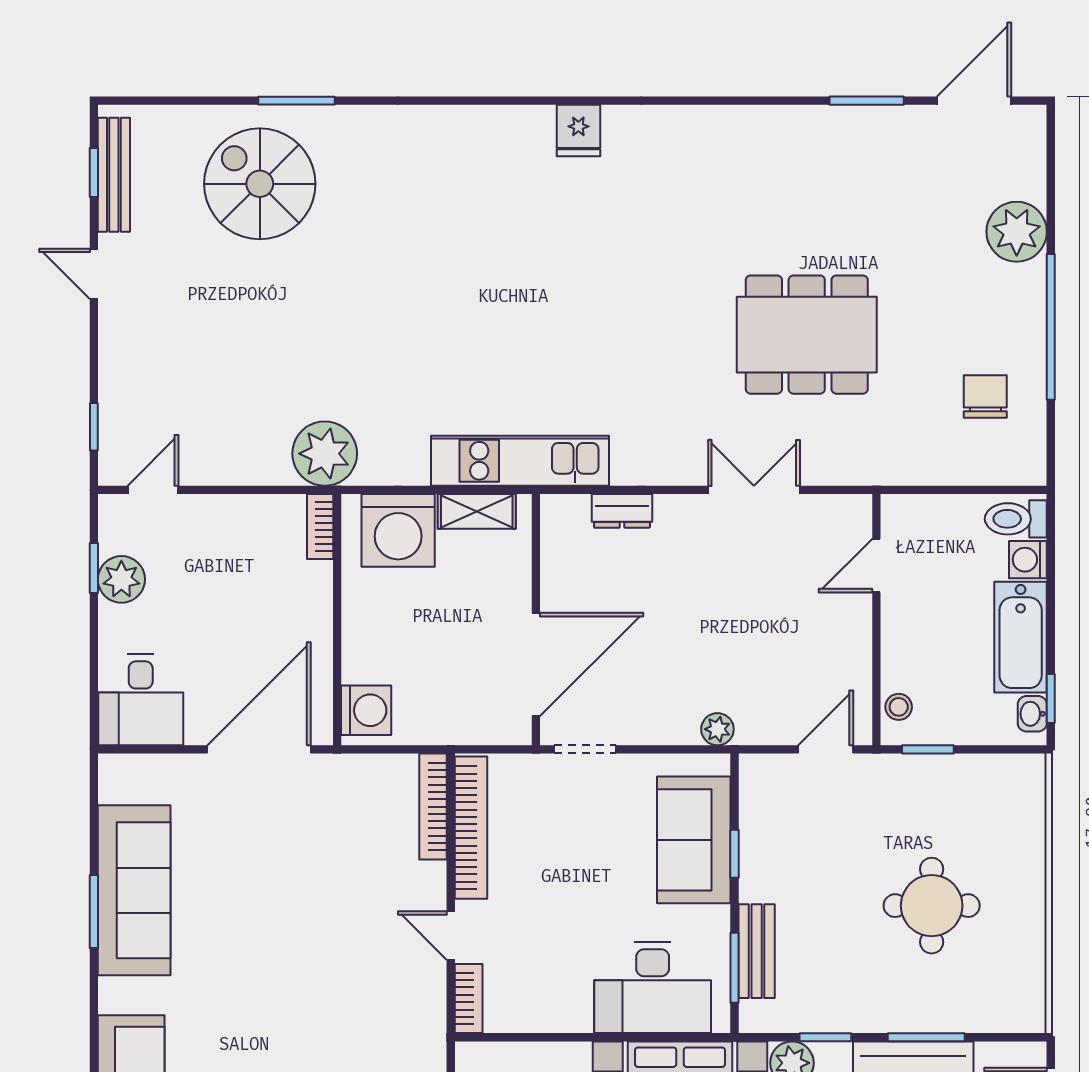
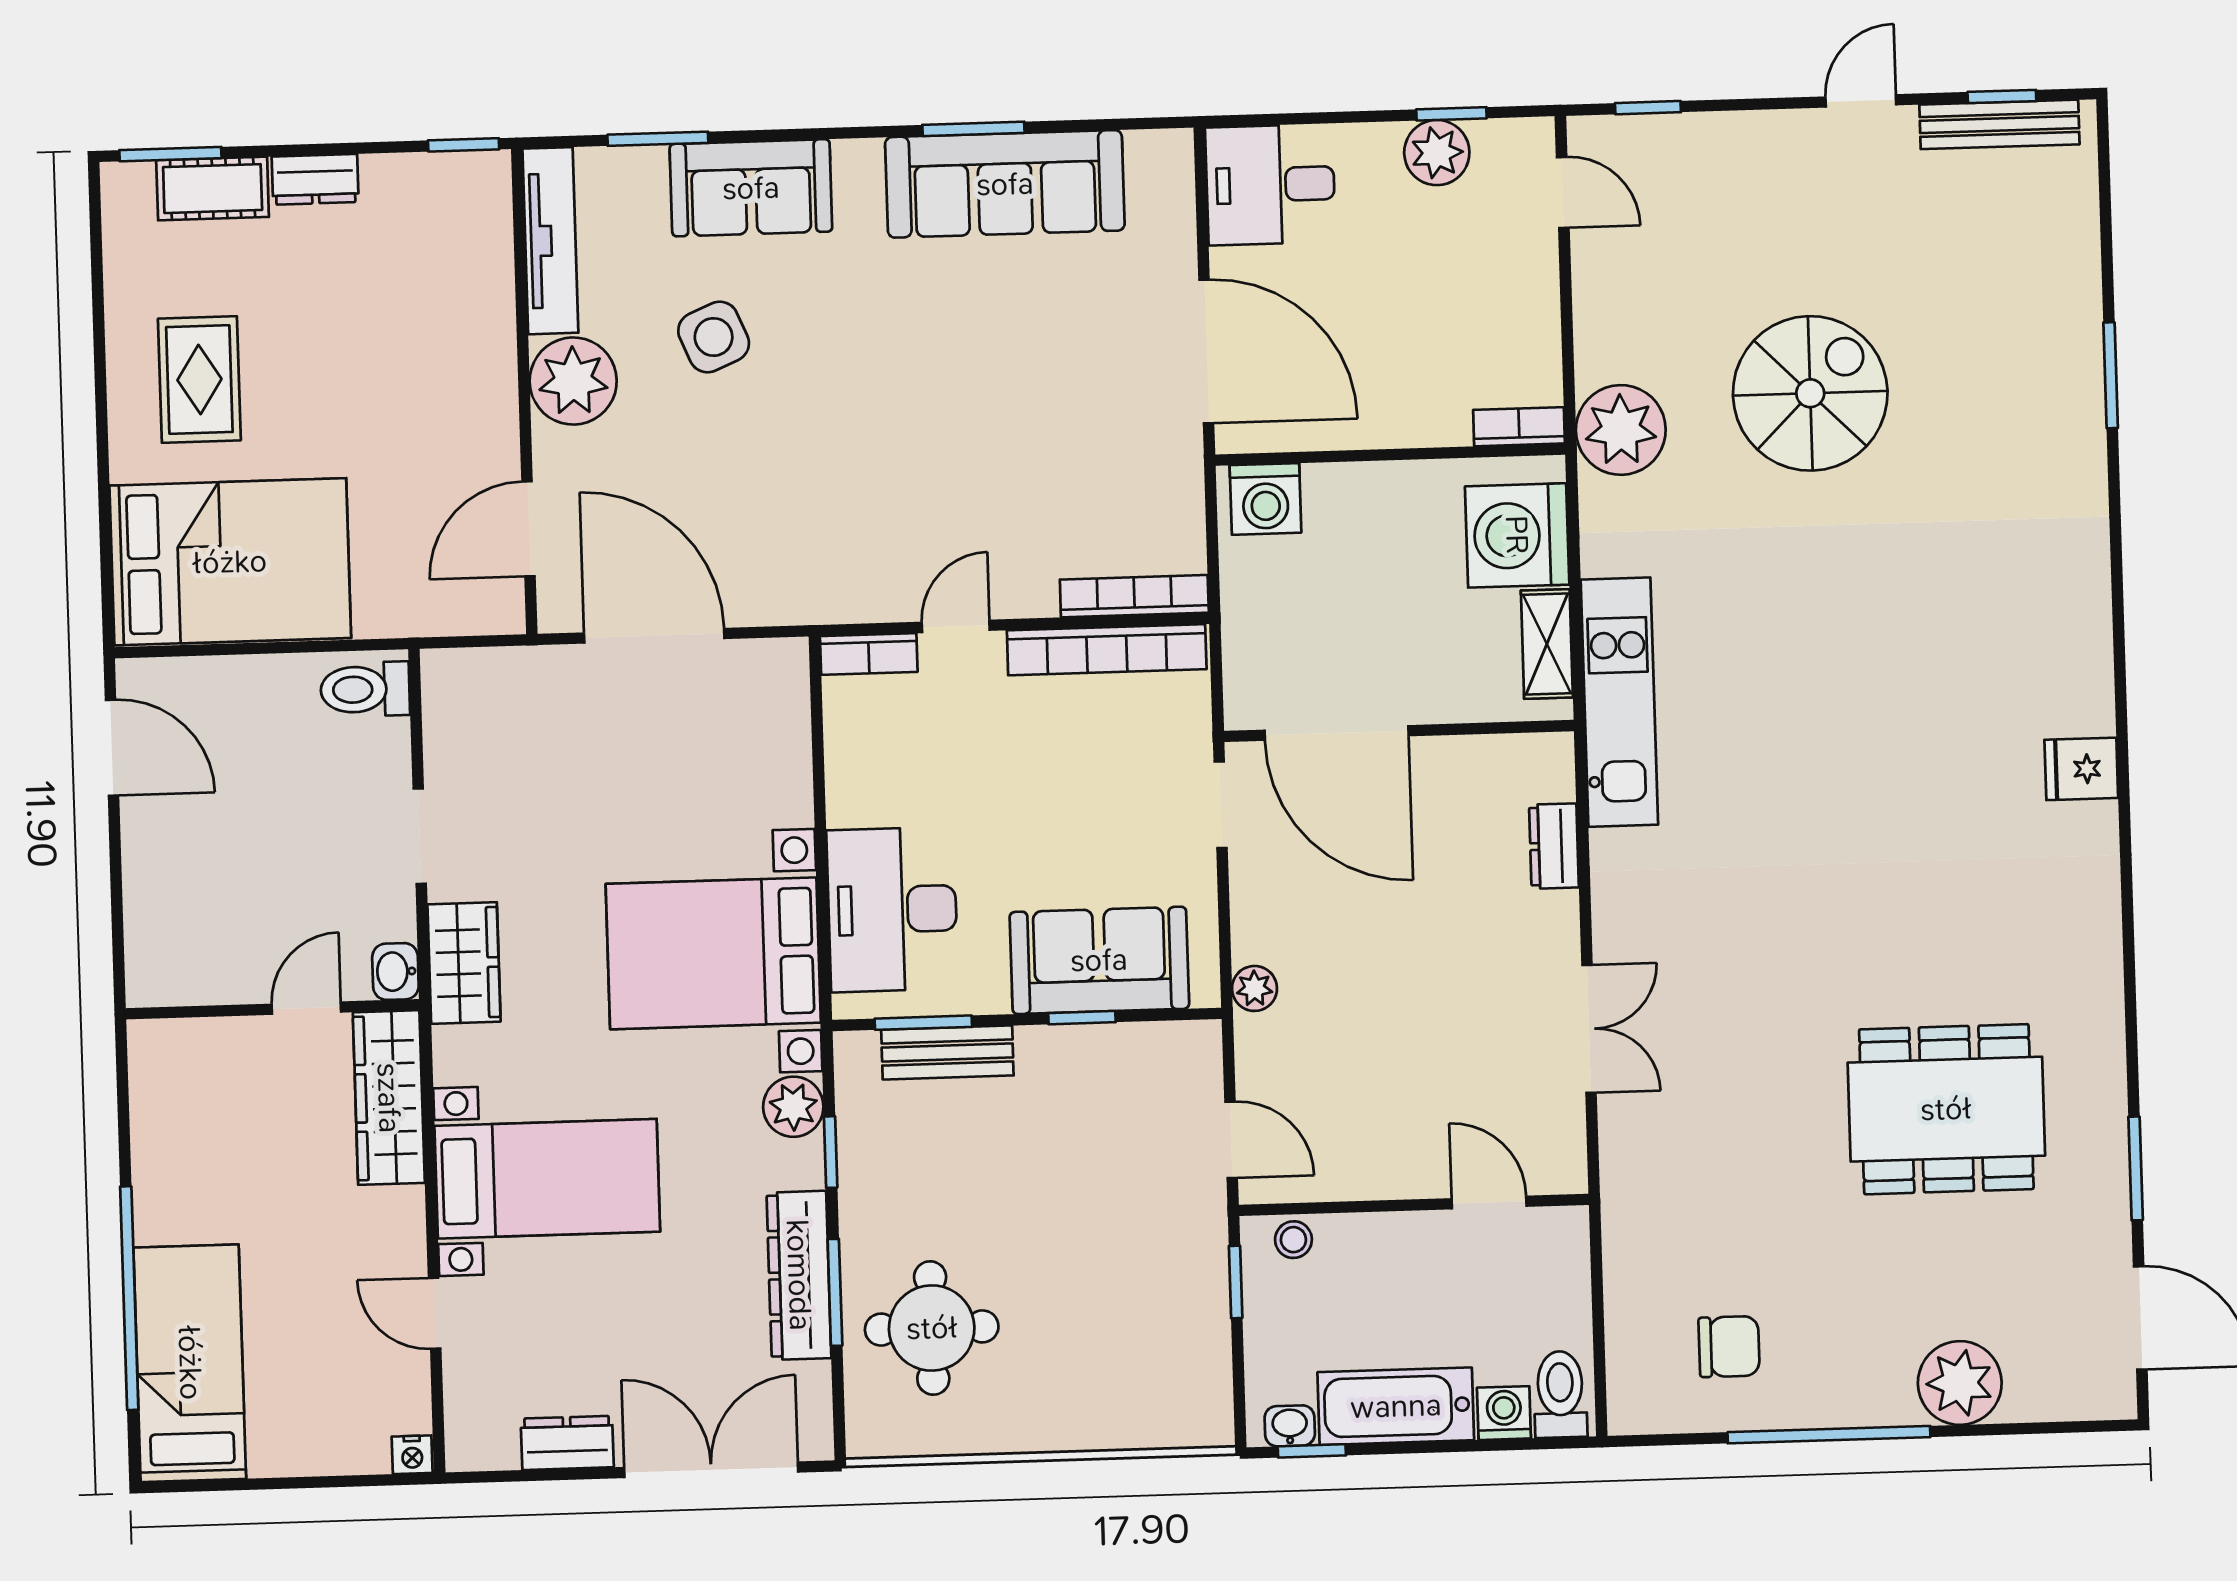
spiral stairs: (260, 184) -> (1810, 393), moved
dining table: (807, 335) -> (1946, 1109), moved, turned 90
round table: (932, 906) -> (932, 1328), moved

